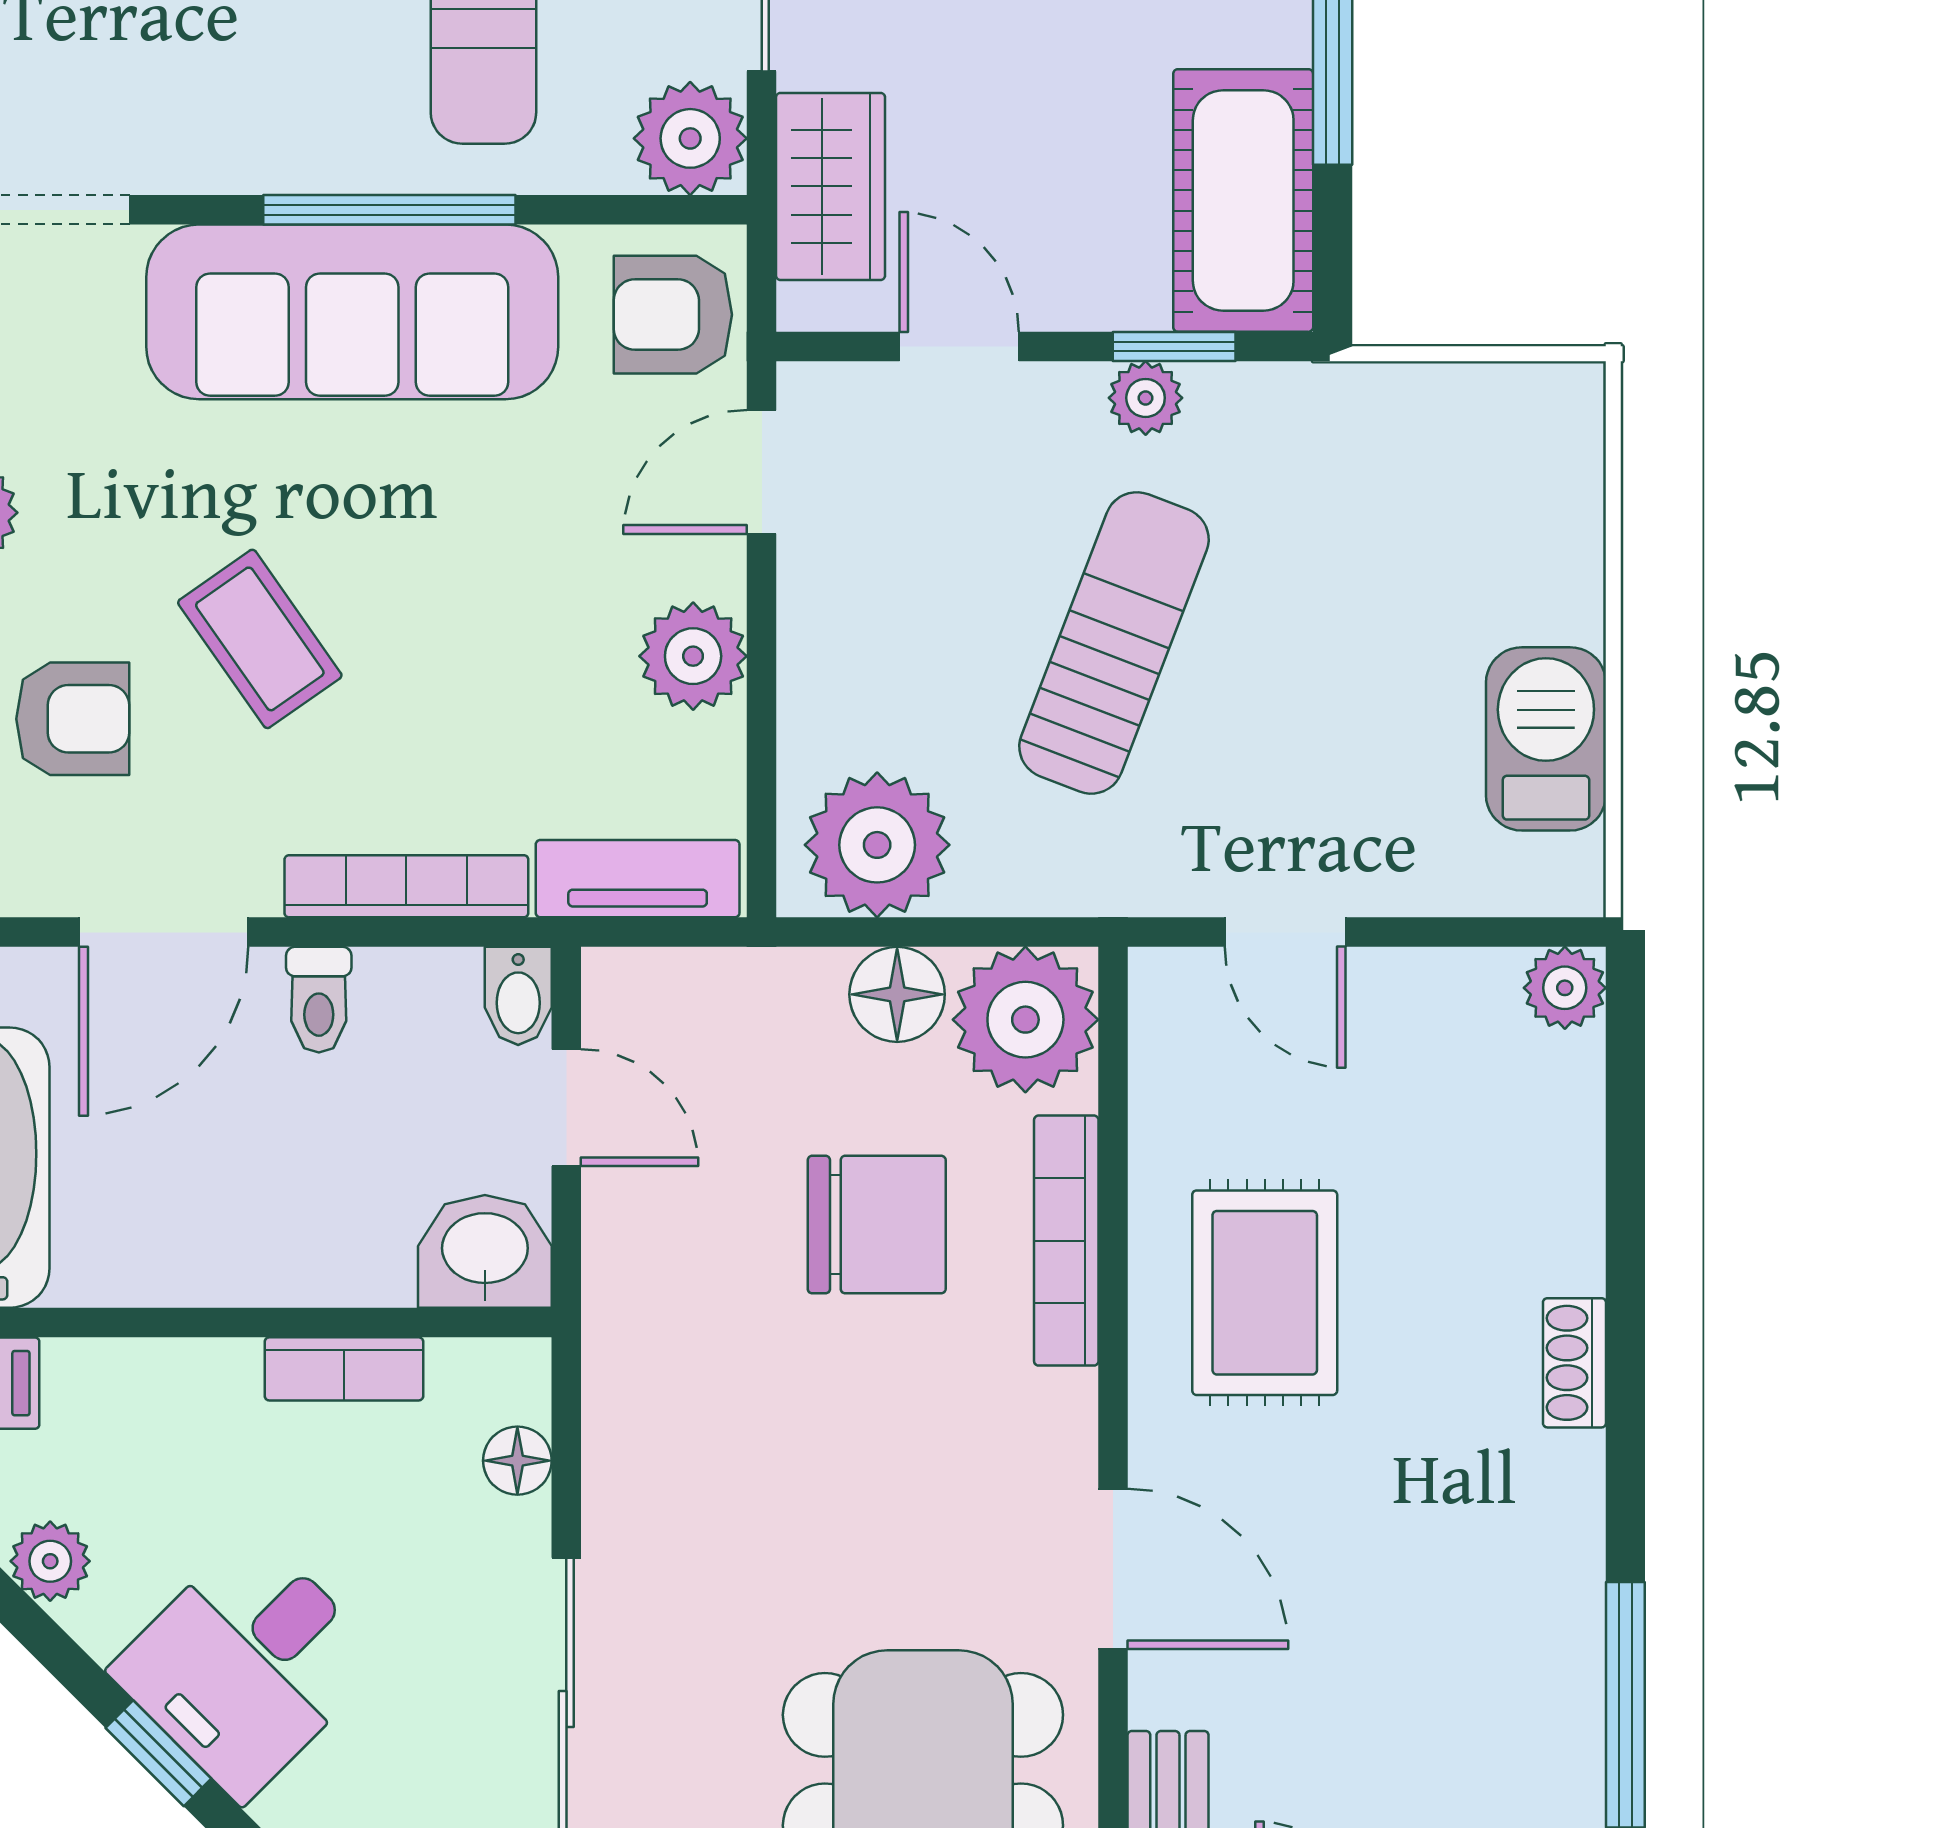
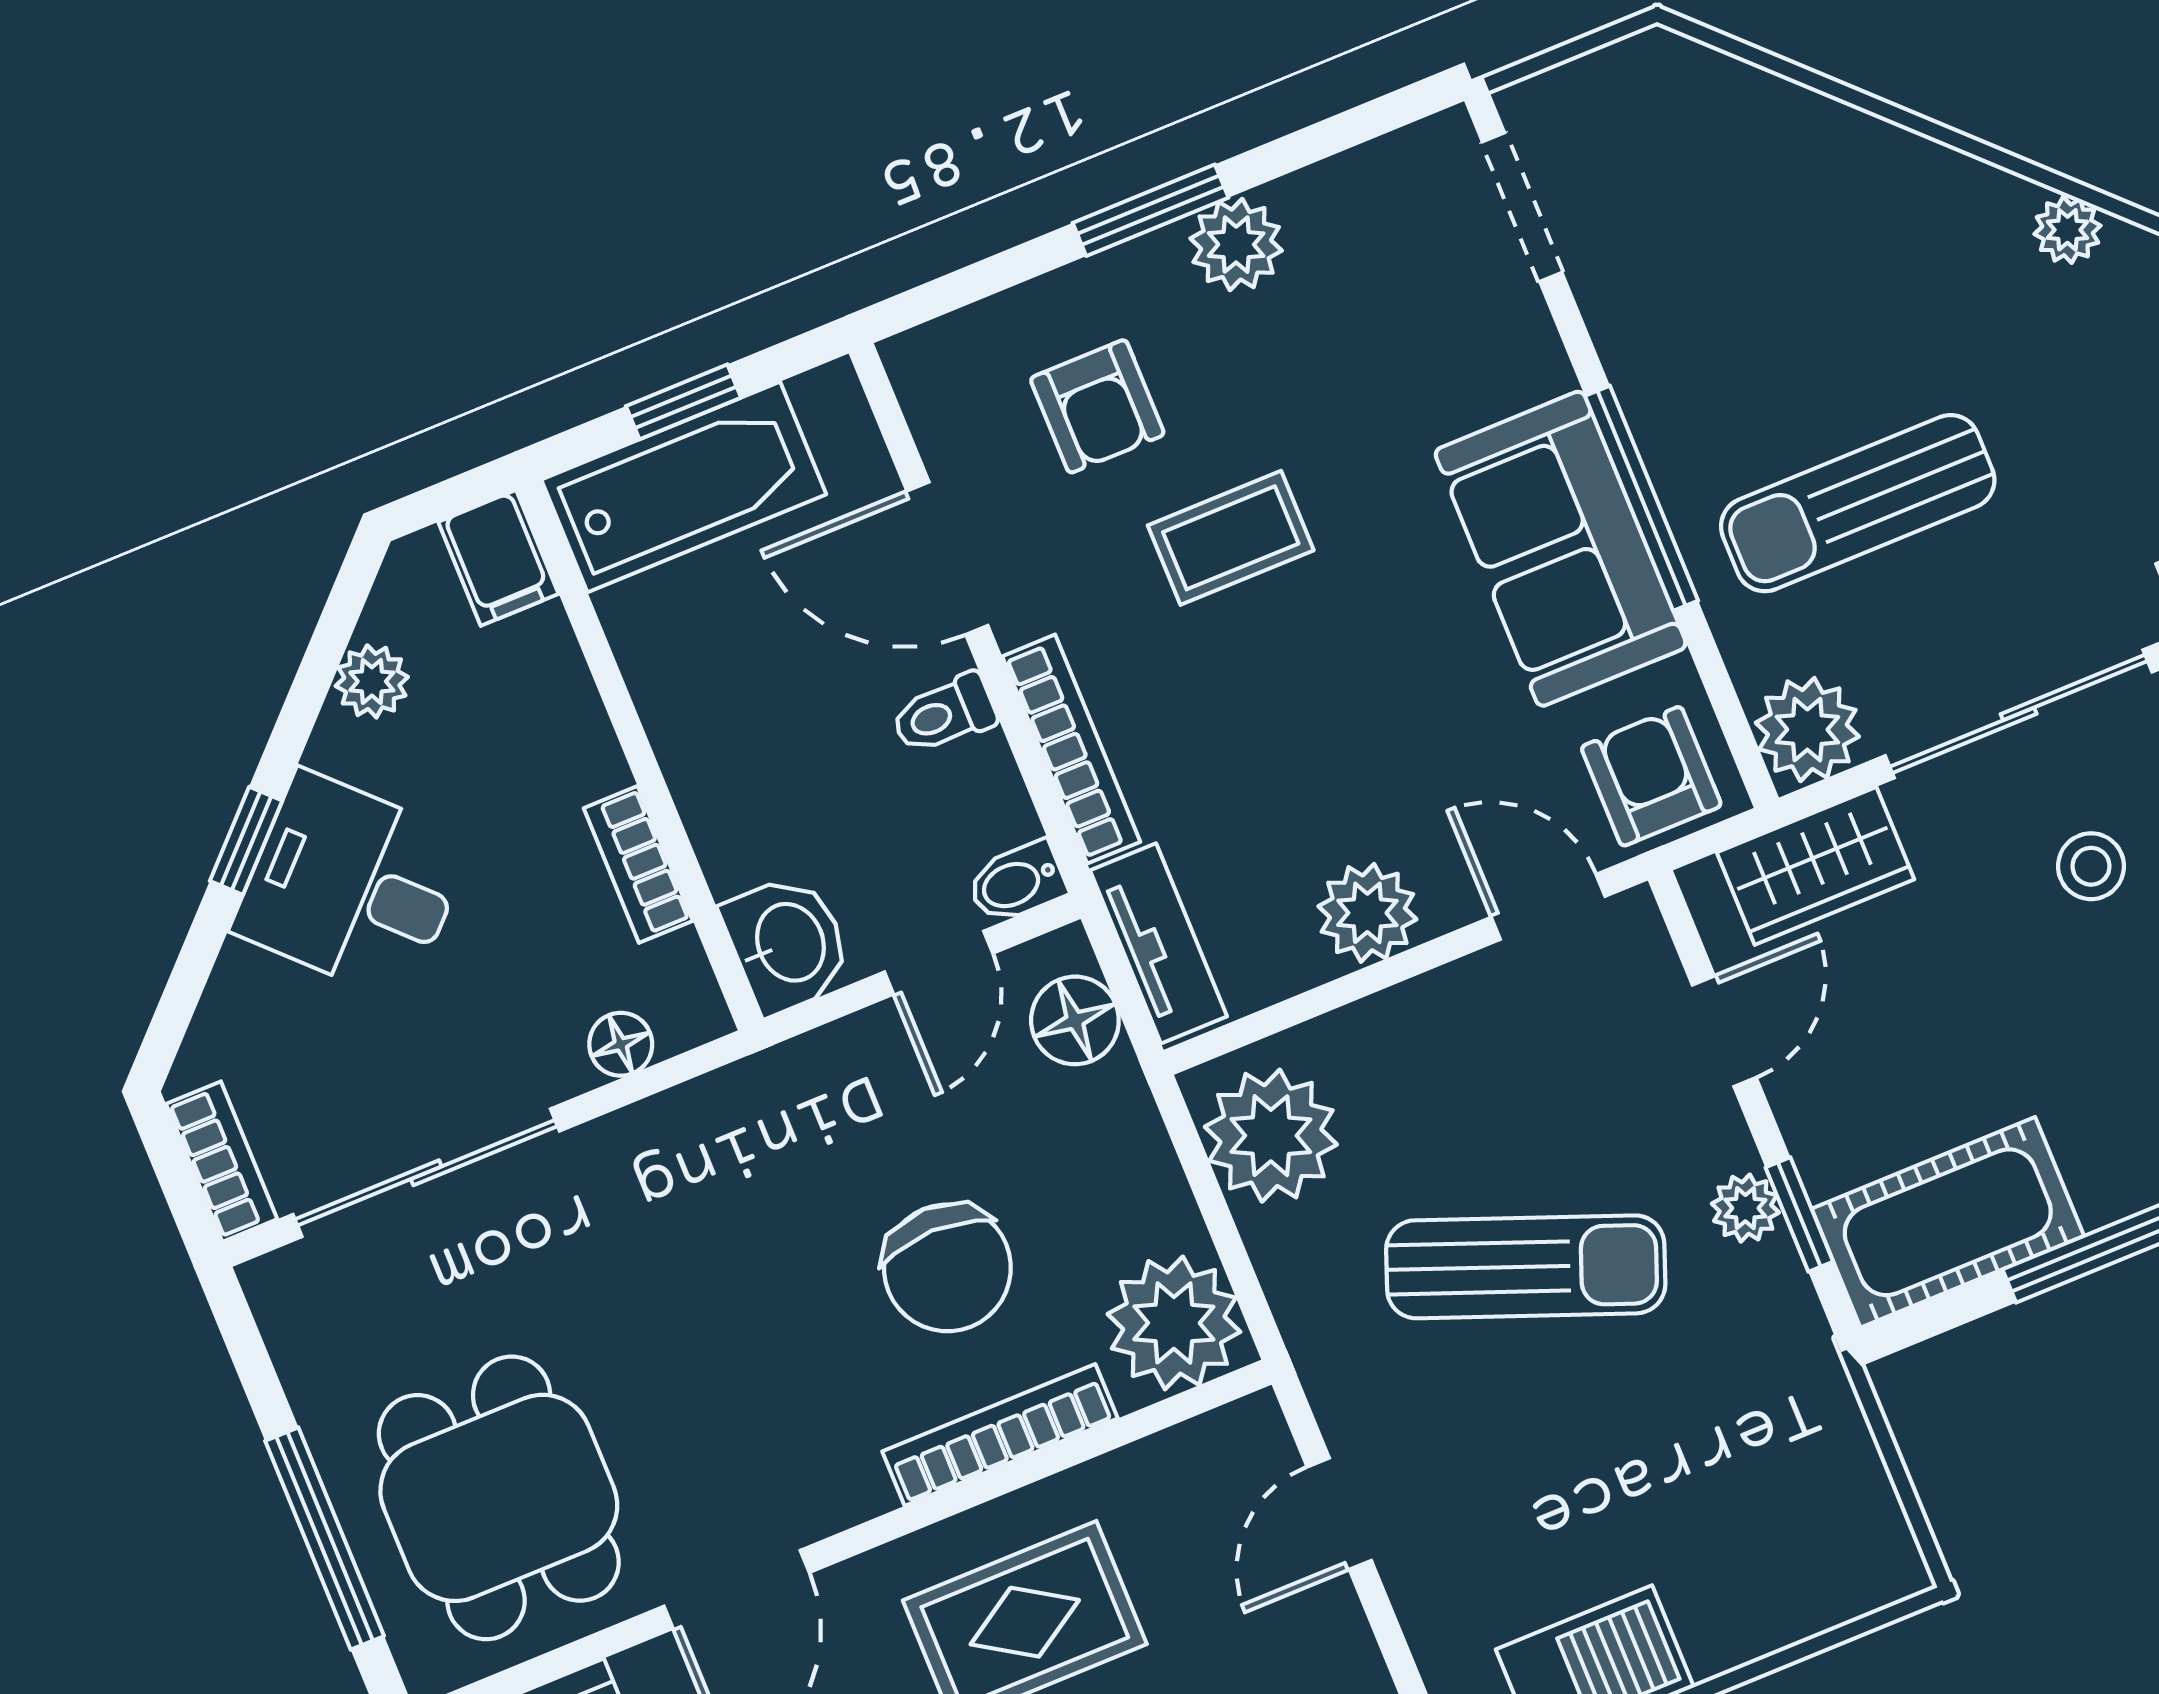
sofa: (352, 312) -> (1561, 549), width x0.73
coffee table: (260, 639) -> (1231, 538), turned 35
floor lamp: (897, 994) -> (1075, 1020), moved

